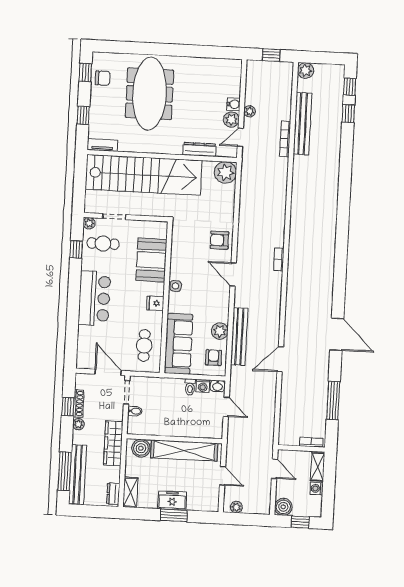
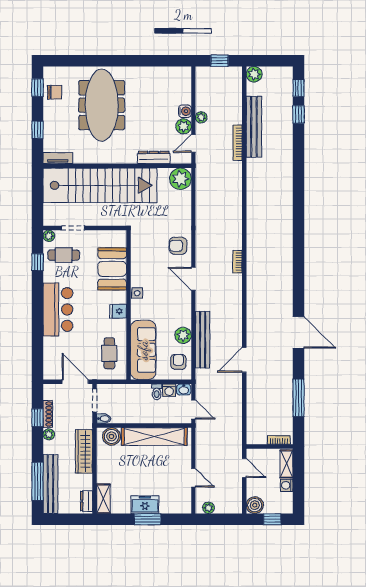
wall: (174, 439) -> (144, 425), moved
boiler: (141, 448) -> (112, 436), moved
shelving: (184, 451) -> (154, 436), moved

